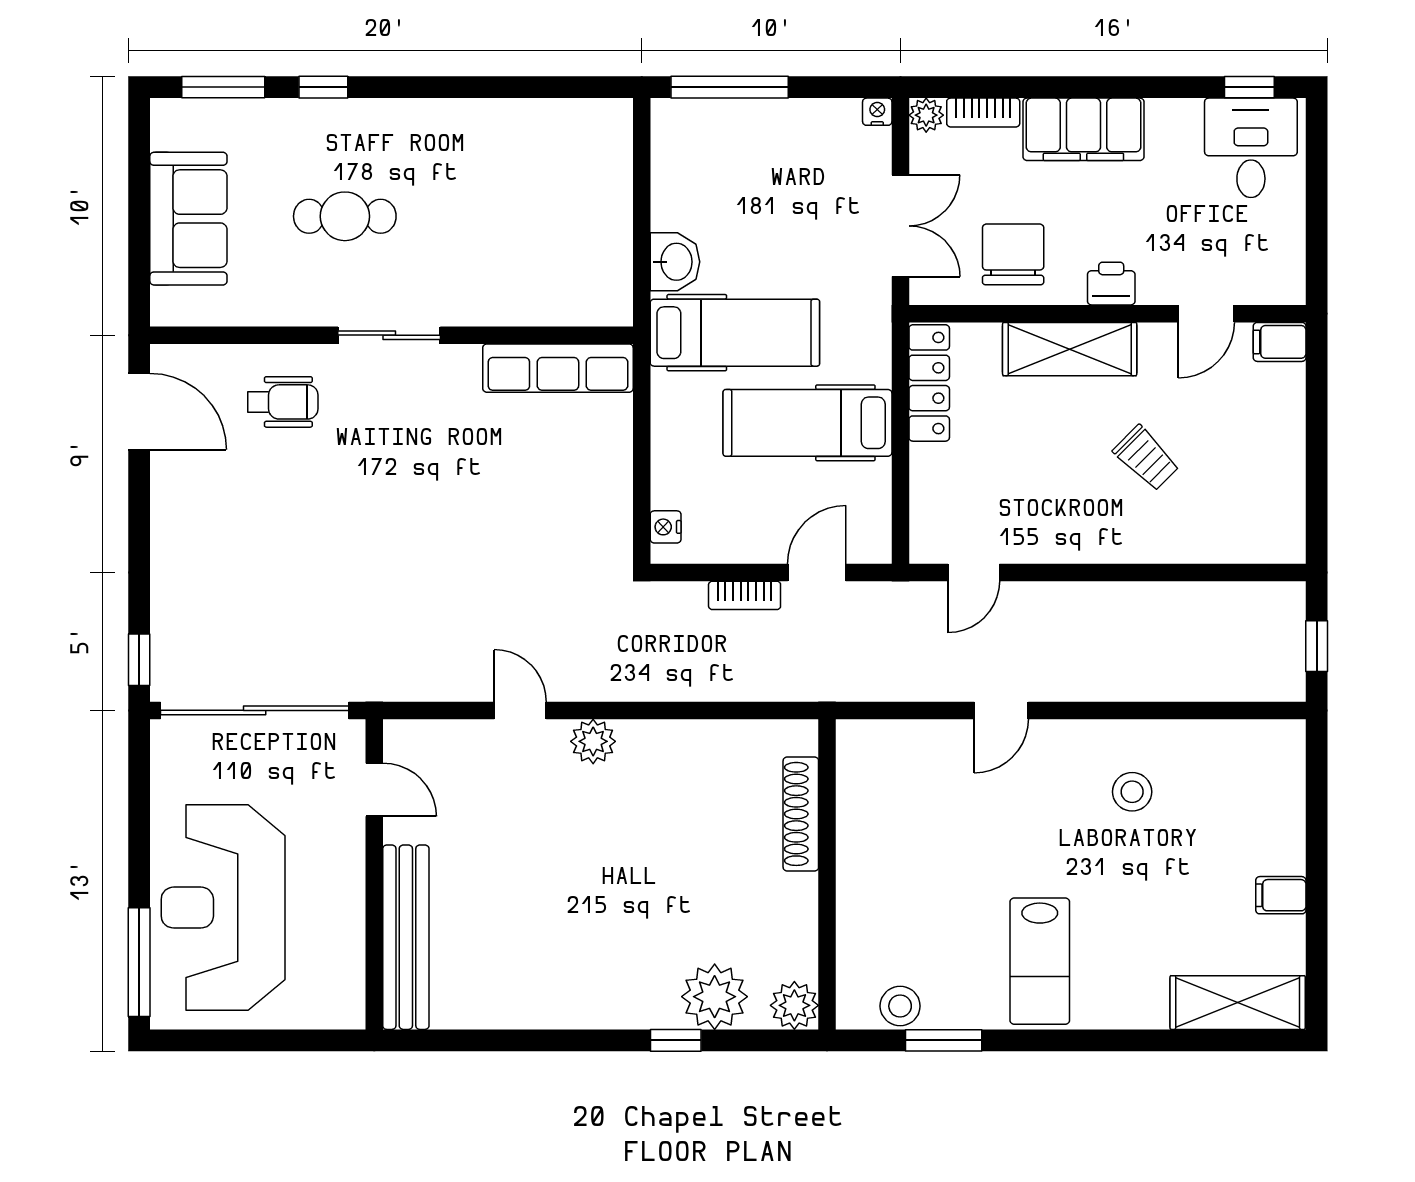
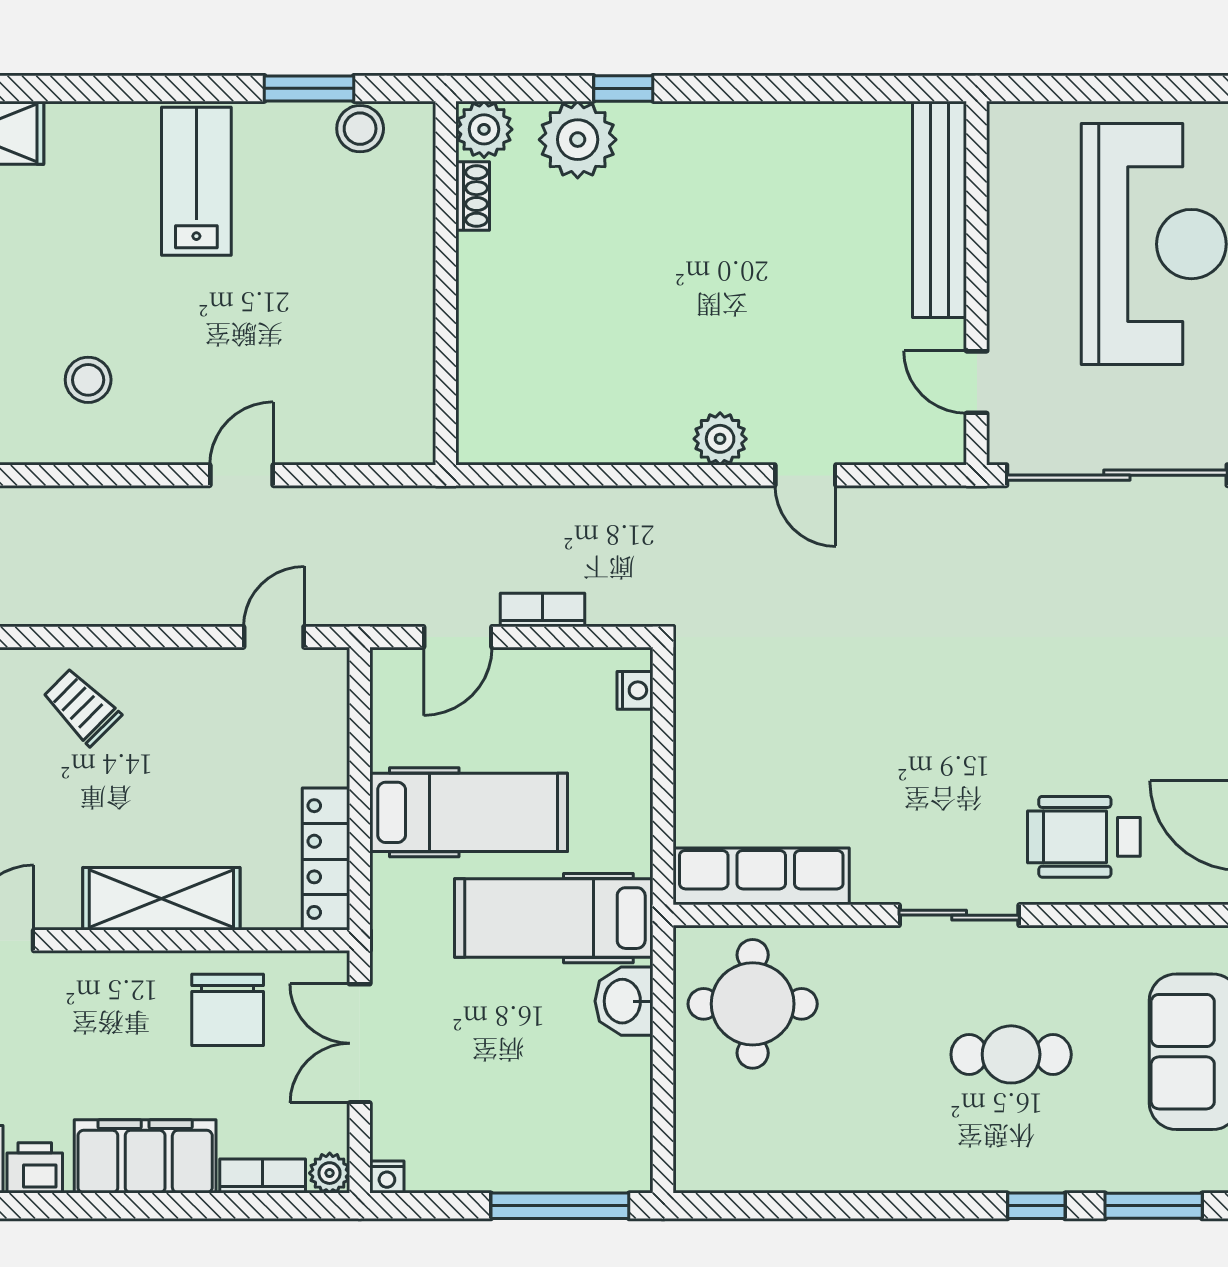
round table: (565, 259) -> (753, 1004), added
printer: (1111, 284) -> (35, 1168), moved, turned 180
wheelchair: (283, 402) -> (1084, 837), width x1.36, depth x1.37
trolley: (1146, 458) -> (82, 707), moved
shoe rack: (801, 814) -> (473, 196), moved, width x0.51, depth x0.81

